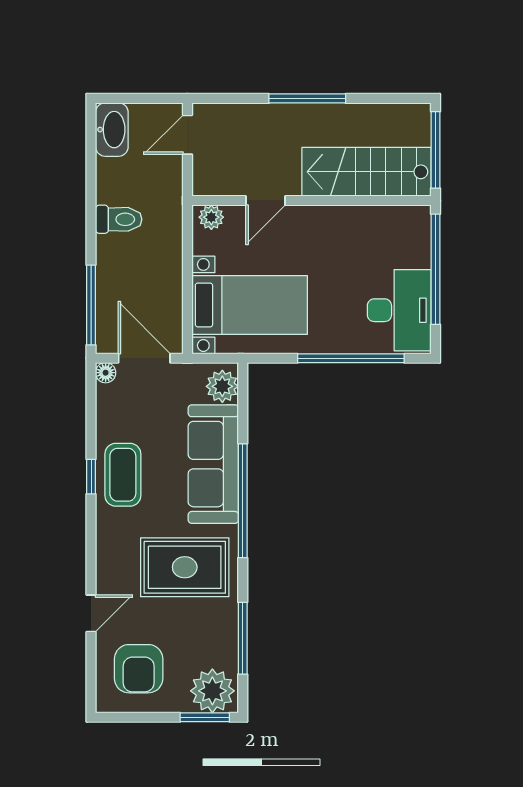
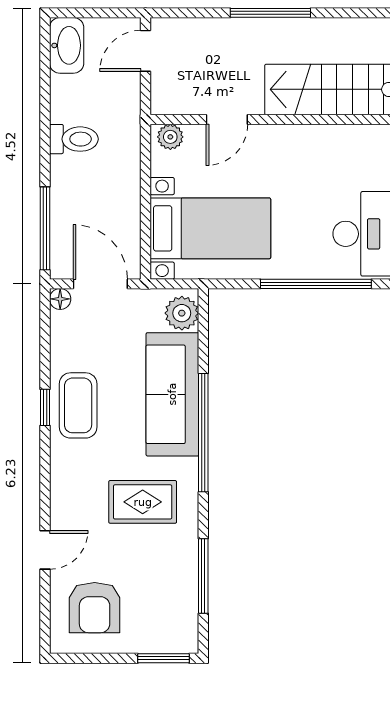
rug: (185, 567) -> (143, 502), width x0.73, depth x0.70
plant: (212, 691) -> (172, 631), removed

